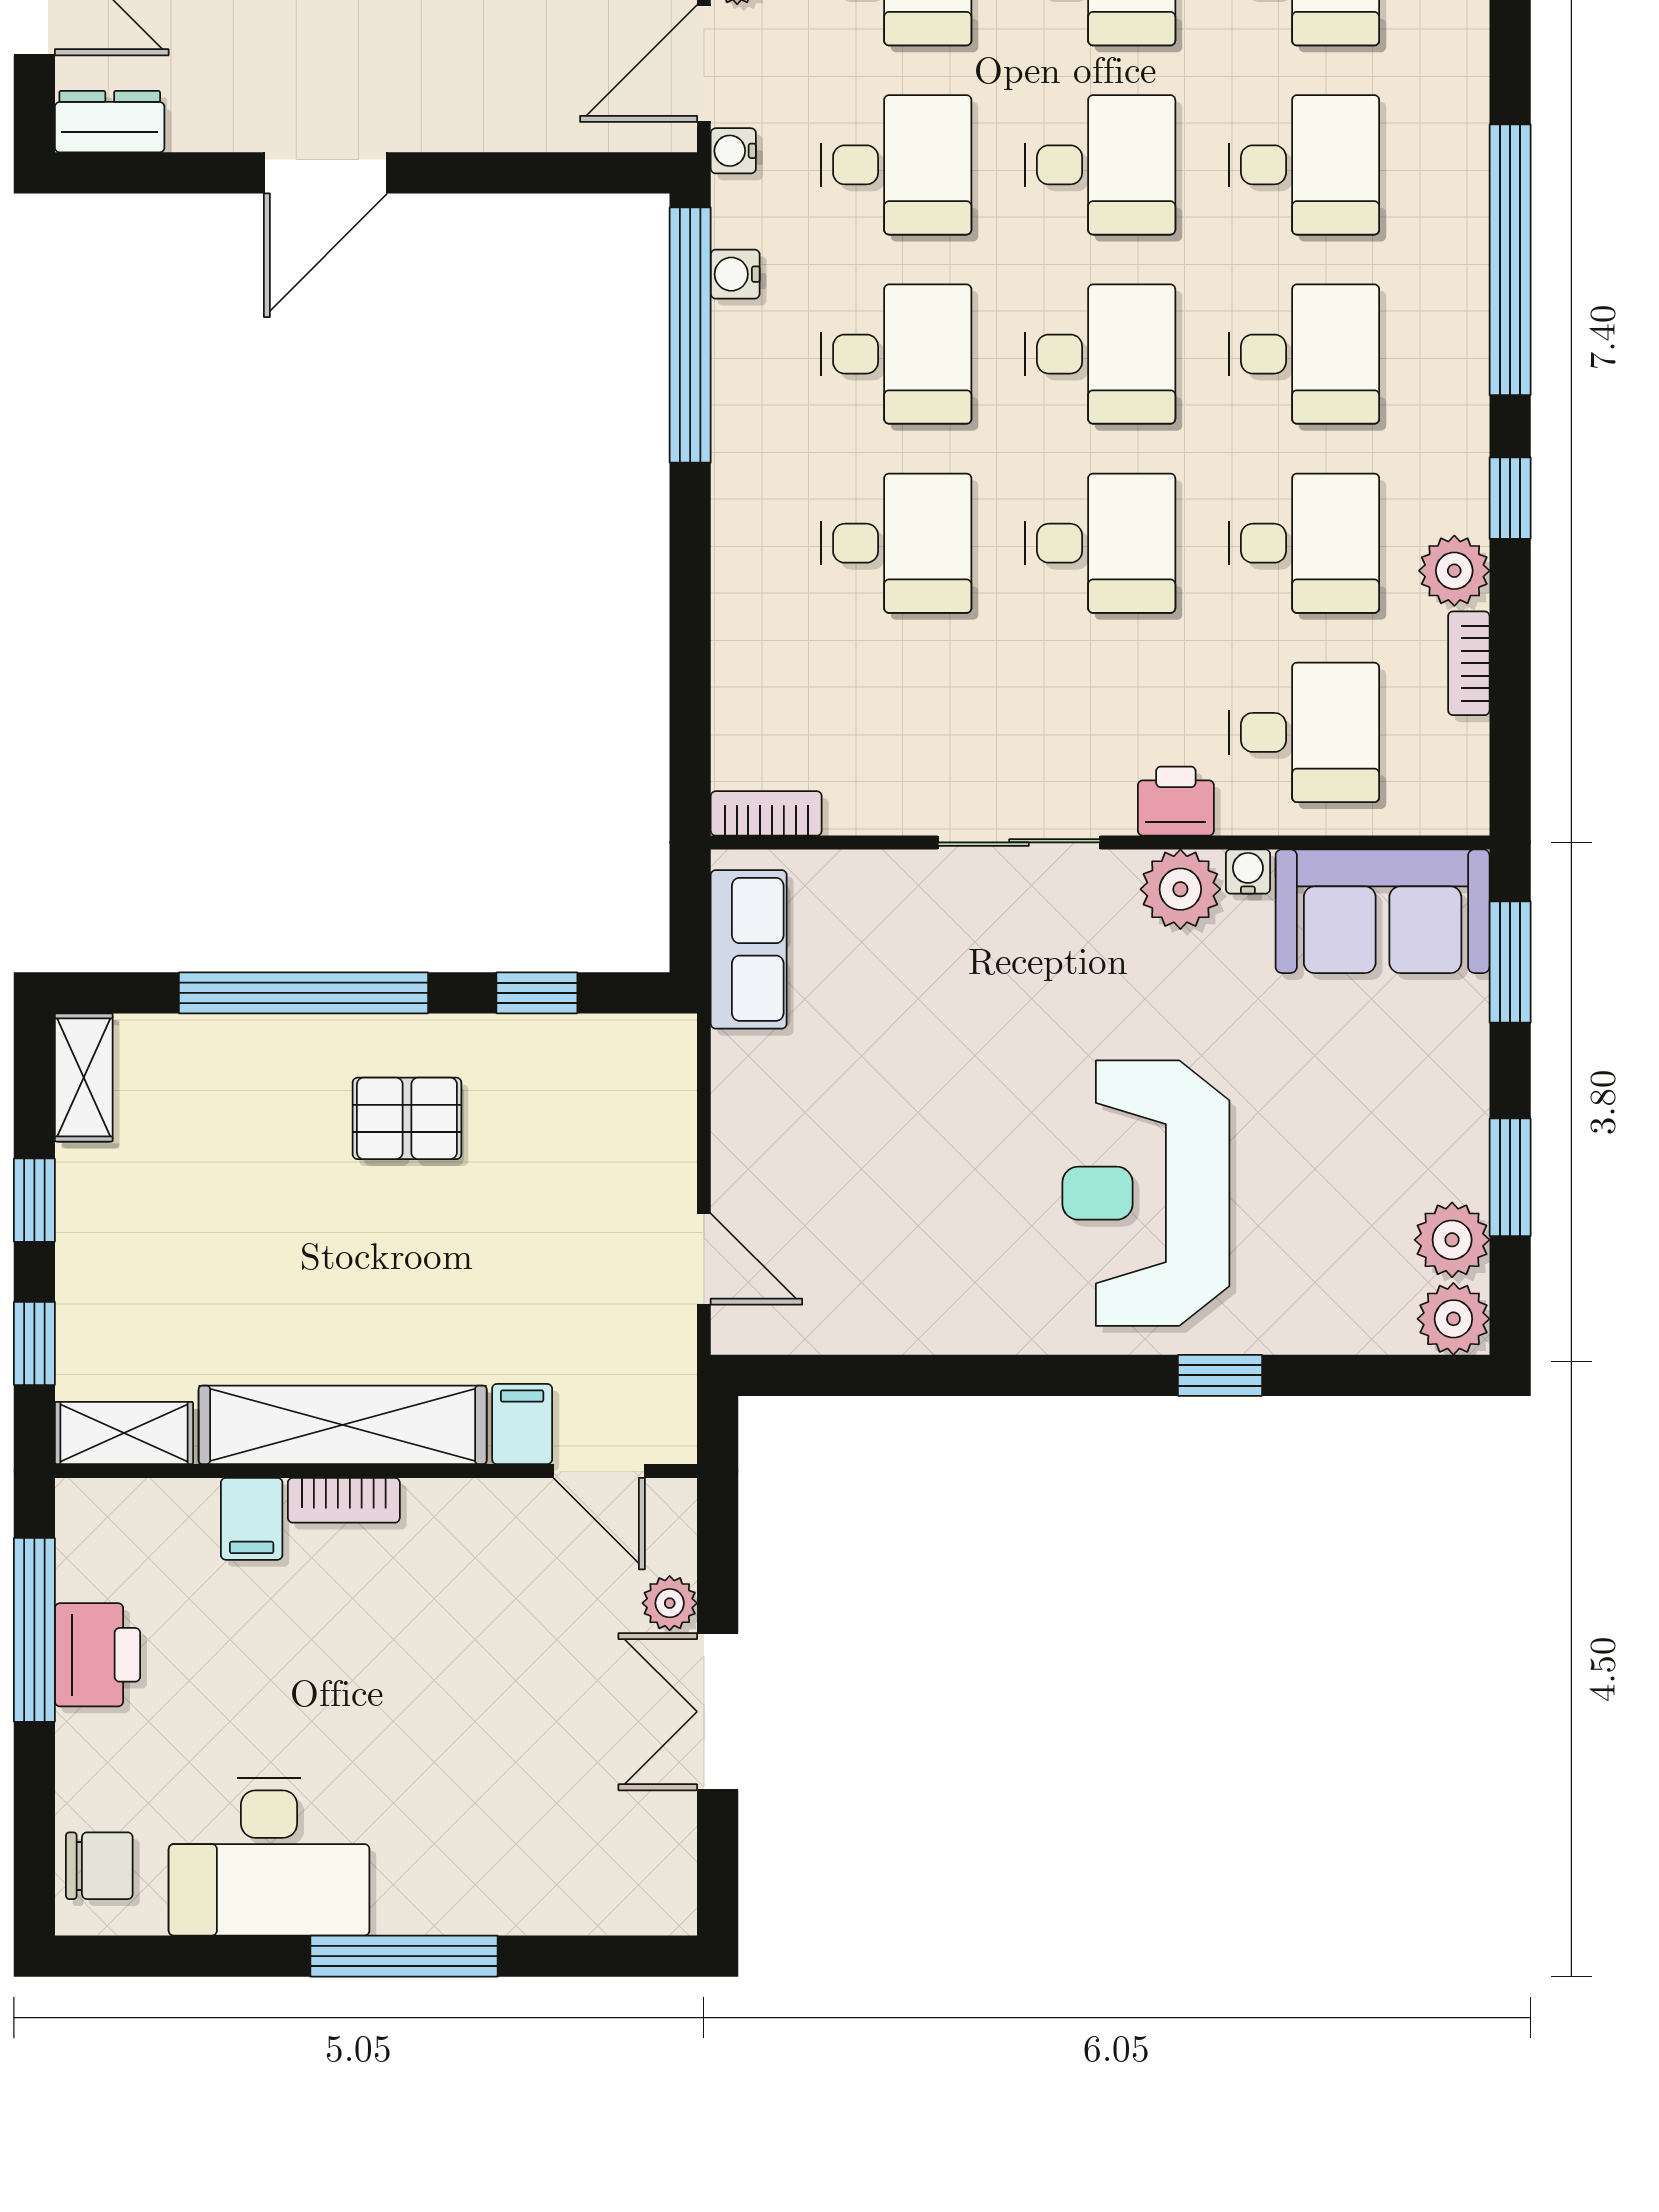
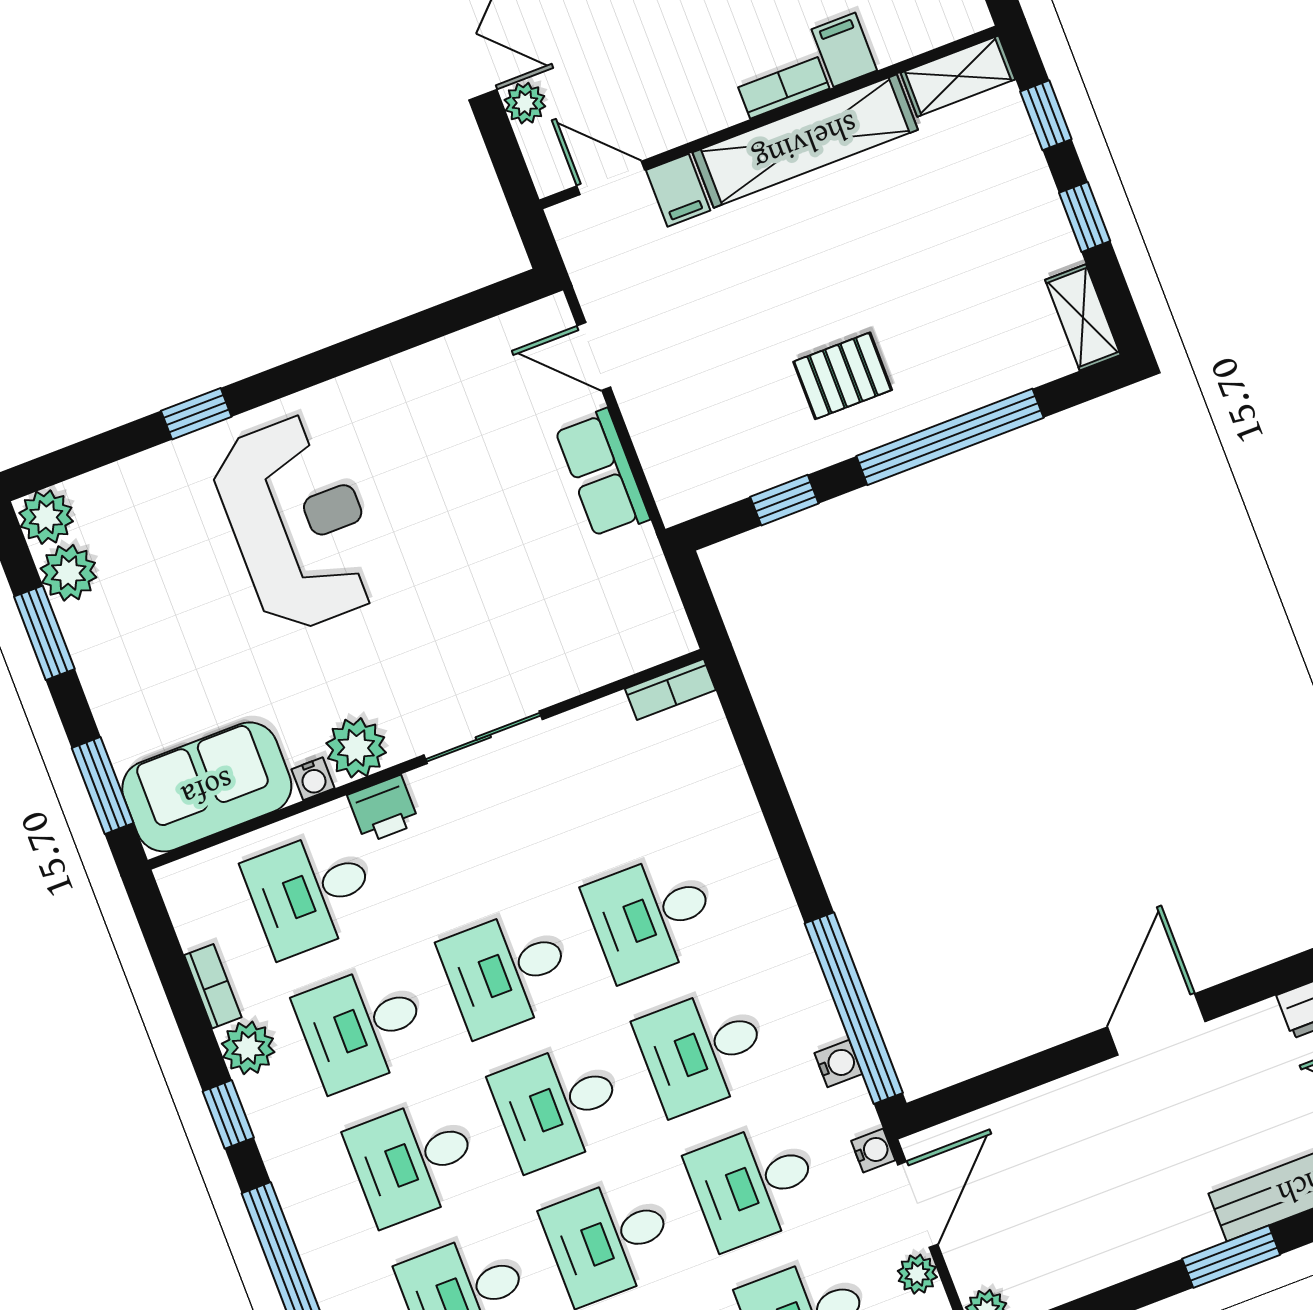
row of seats: (749, 949) -> (602, 474), moved

